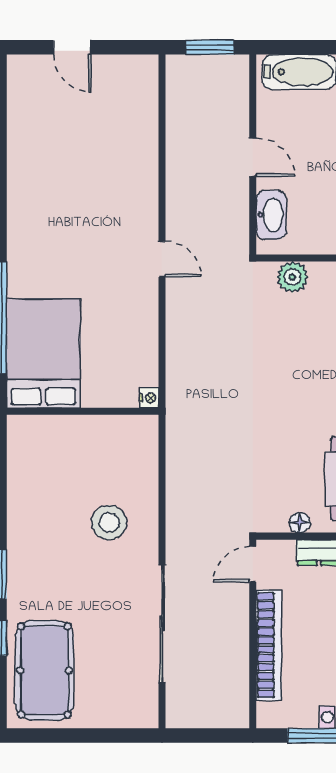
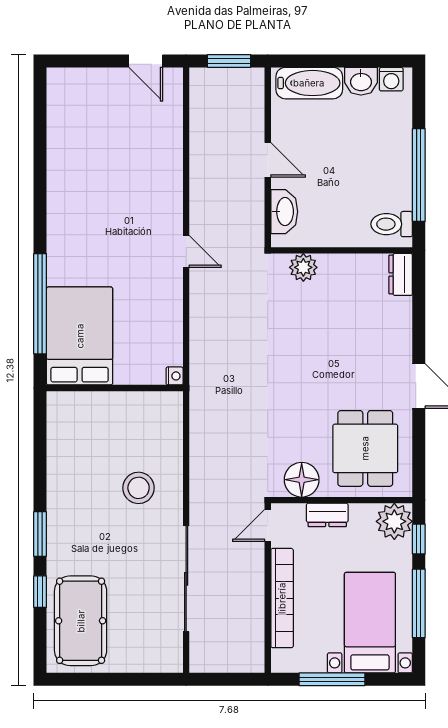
door: (72, 47) -> (146, 61), moved
floor lamp: (300, 522) -> (302, 480), width x1.89, depth x1.89

